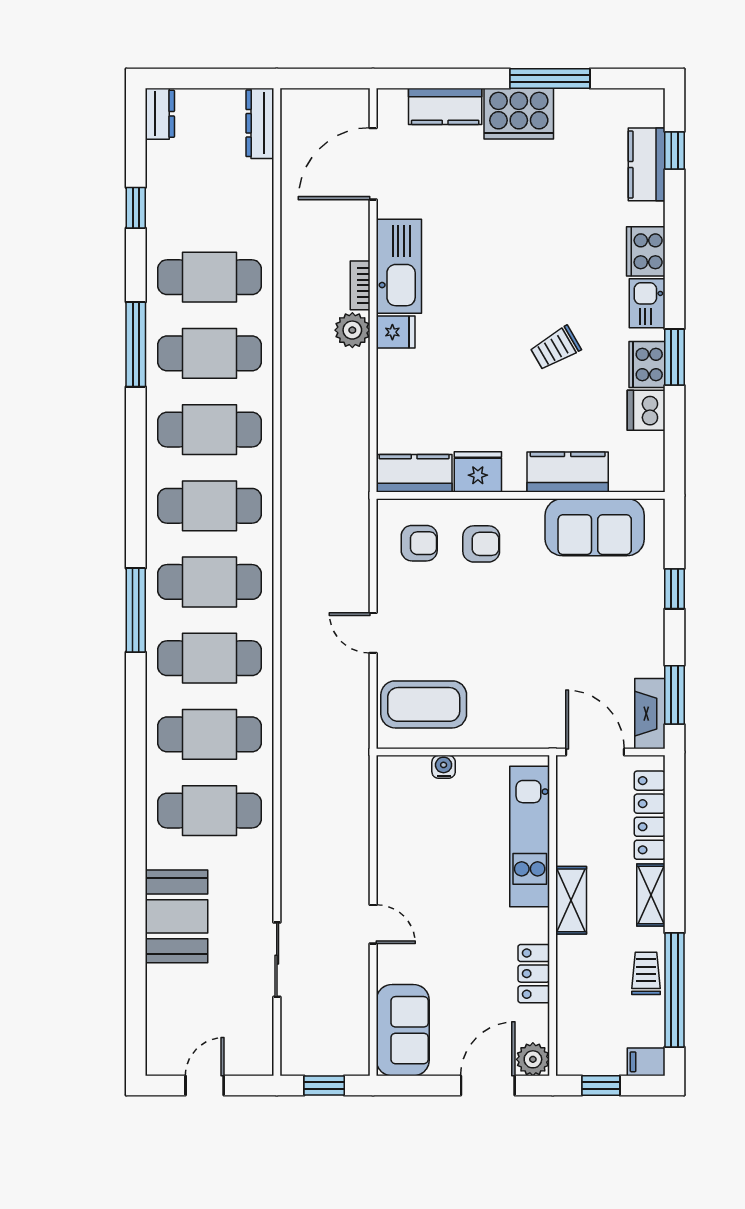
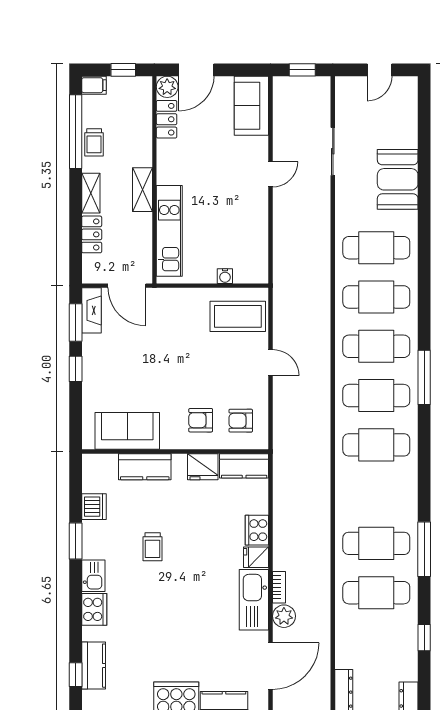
plant: (352, 330) -> (284, 616), moved
trolley: (556, 348) -> (153, 547), turned 120
cooker: (647, 365) -> (257, 530), moved, turned 180
cafe table: (210, 430) -> (376, 494), removed
window: (675, 589) -> (76, 369), moved
locker: (650, 815) -> (92, 234), width x0.66
door: (373, 924) -> (271, 174), swing flipped
locker: (534, 974) -> (167, 119), moved

